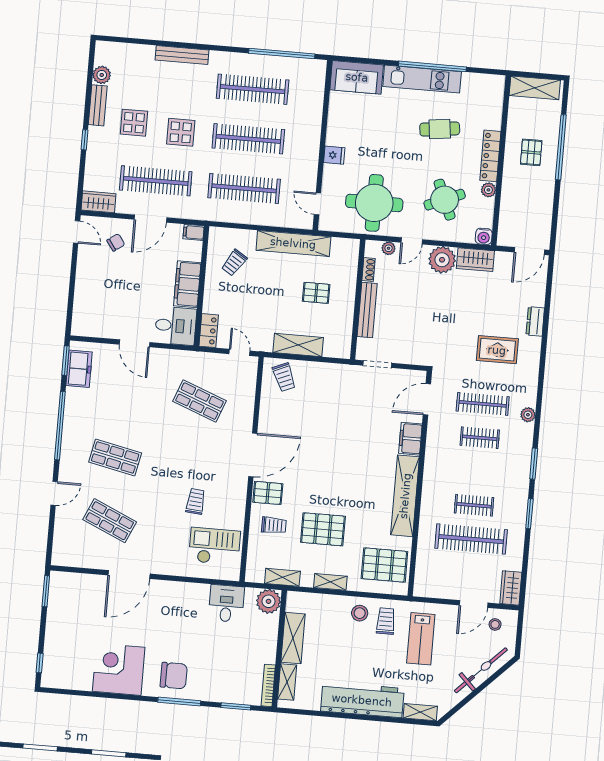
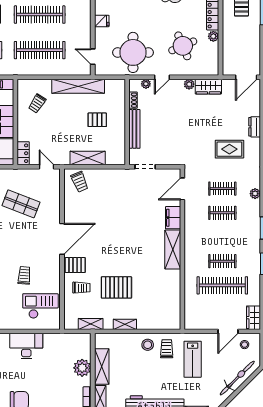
water cooler: (484, 236) -> (213, 70), removed
plant: (442, 260) -> (189, 84), width x0.53, depth x0.53
clothes rail: (483, 404) -> (222, 189), width x0.73
shelving: (405, 496) -> (173, 250), width x0.68
pallet: (384, 565) -> (162, 309), removed
plant: (269, 601) -> (82, 368), moved
desk: (226, 604) -> (26, 346), moved, width x1.37

